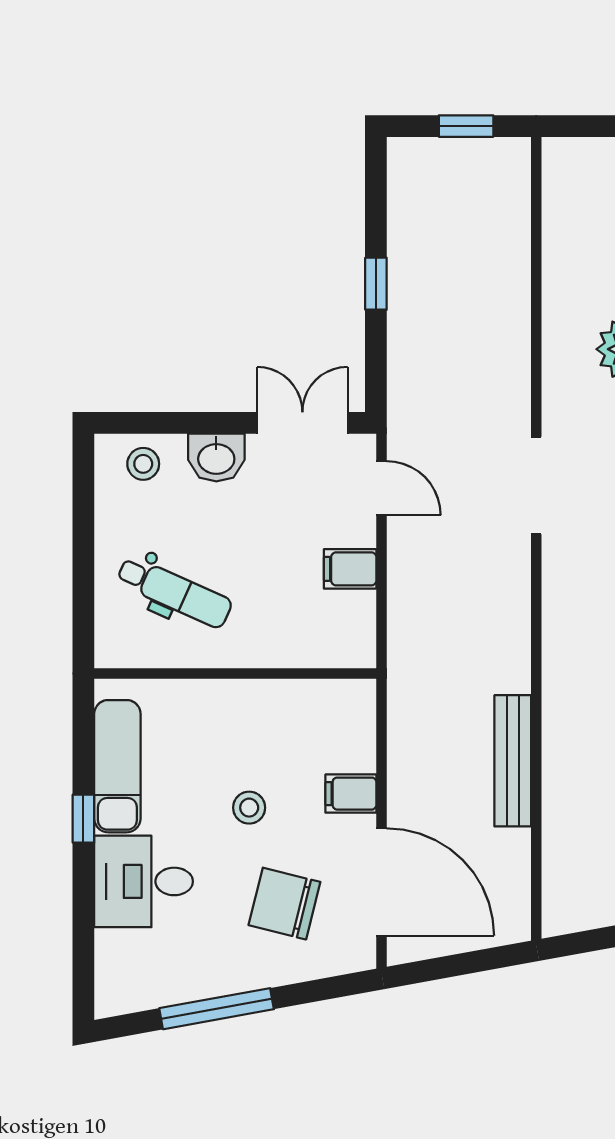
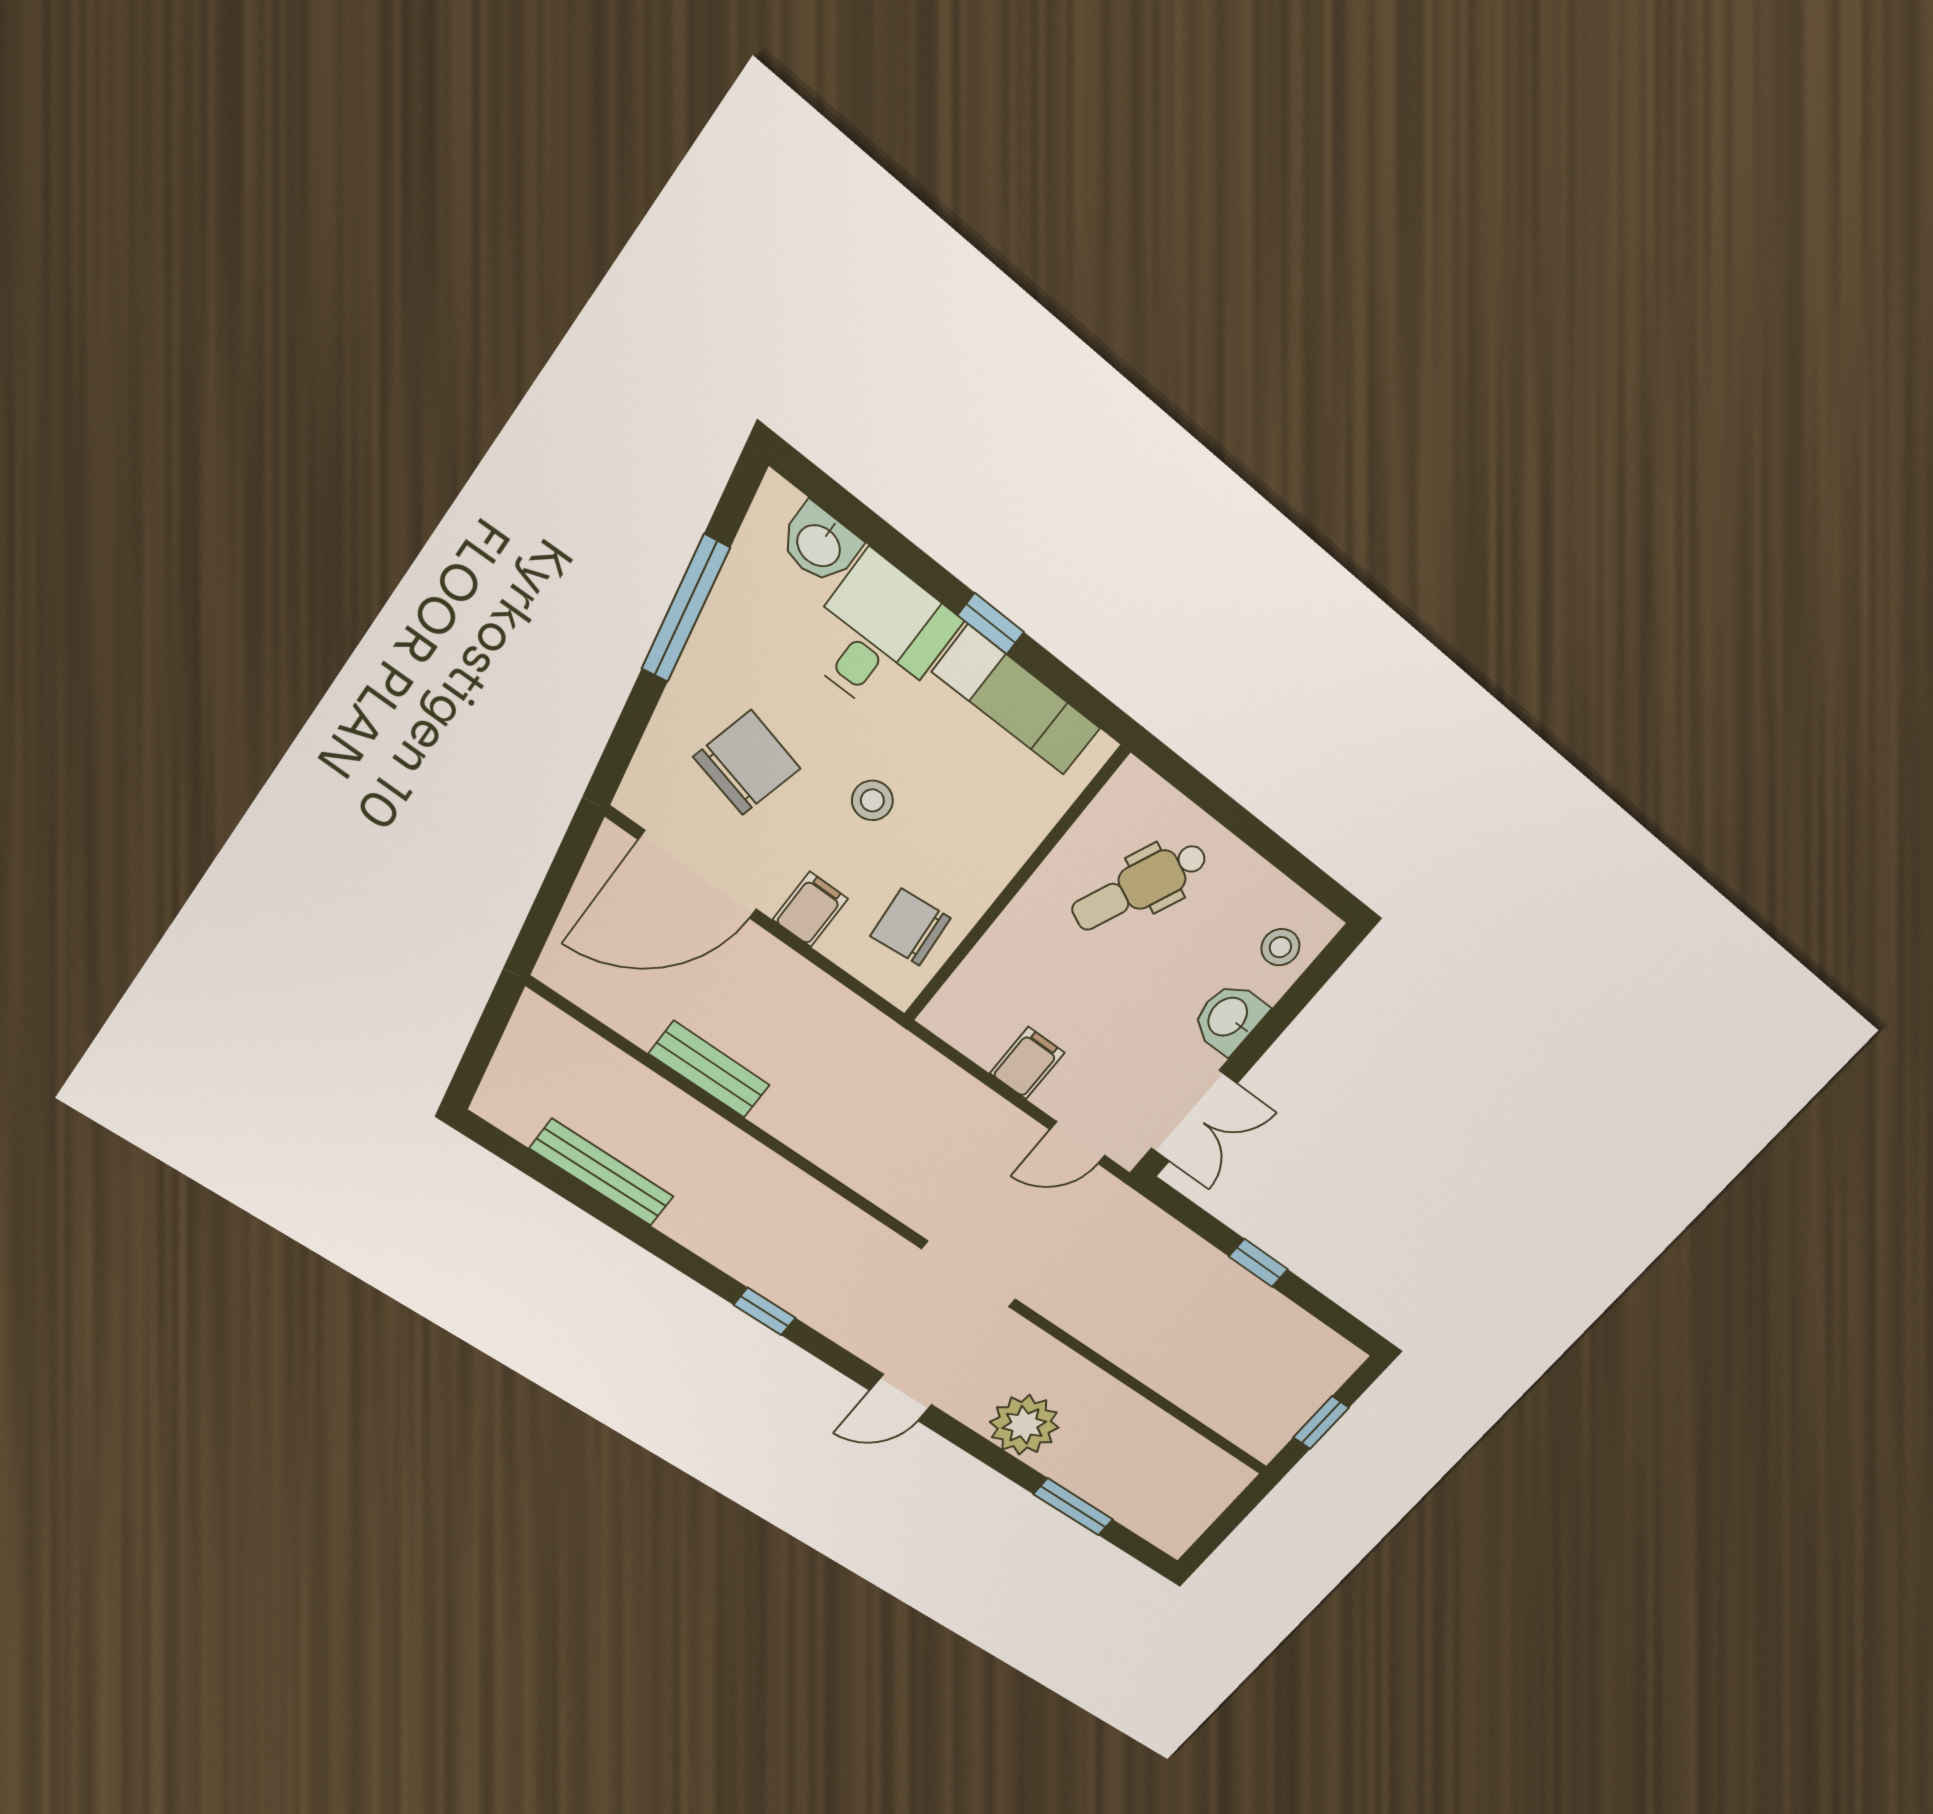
chair: (314, 720) -> (910, 927), added
bench: (513, 761) -> (709, 1069), width x0.73
washbasin: (116, 957) -> (820, 544), added

